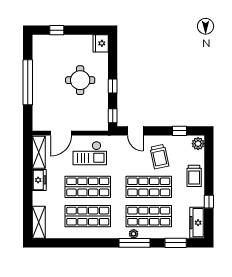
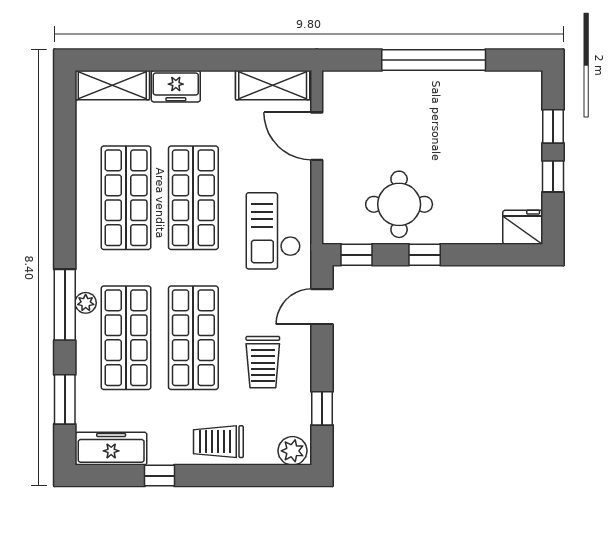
window: (78, 30) -> (553, 176), added
round table: (80, 80) -> (399, 204), moved
checkout: (90, 153) -> (273, 231), moved
trolley: (159, 157) -> (263, 362), turned -78
freezer: (39, 180) -> (176, 86), moved

